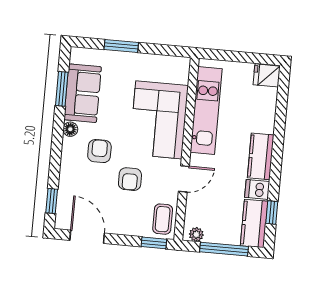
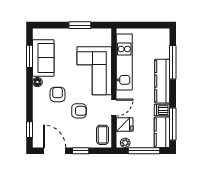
window: (121, 46) -> (80, 25), moved
fridge: (267, 75) -> (125, 124), moved, turned 180
window: (280, 118) -> (173, 62), added
kitchen counter: (261, 156) -> (162, 81), width x1.50
armchair: (130, 179) -> (79, 111), turned -90
window: (272, 212) -> (173, 124), width x2.17
window: (154, 243) -> (81, 151), moved

